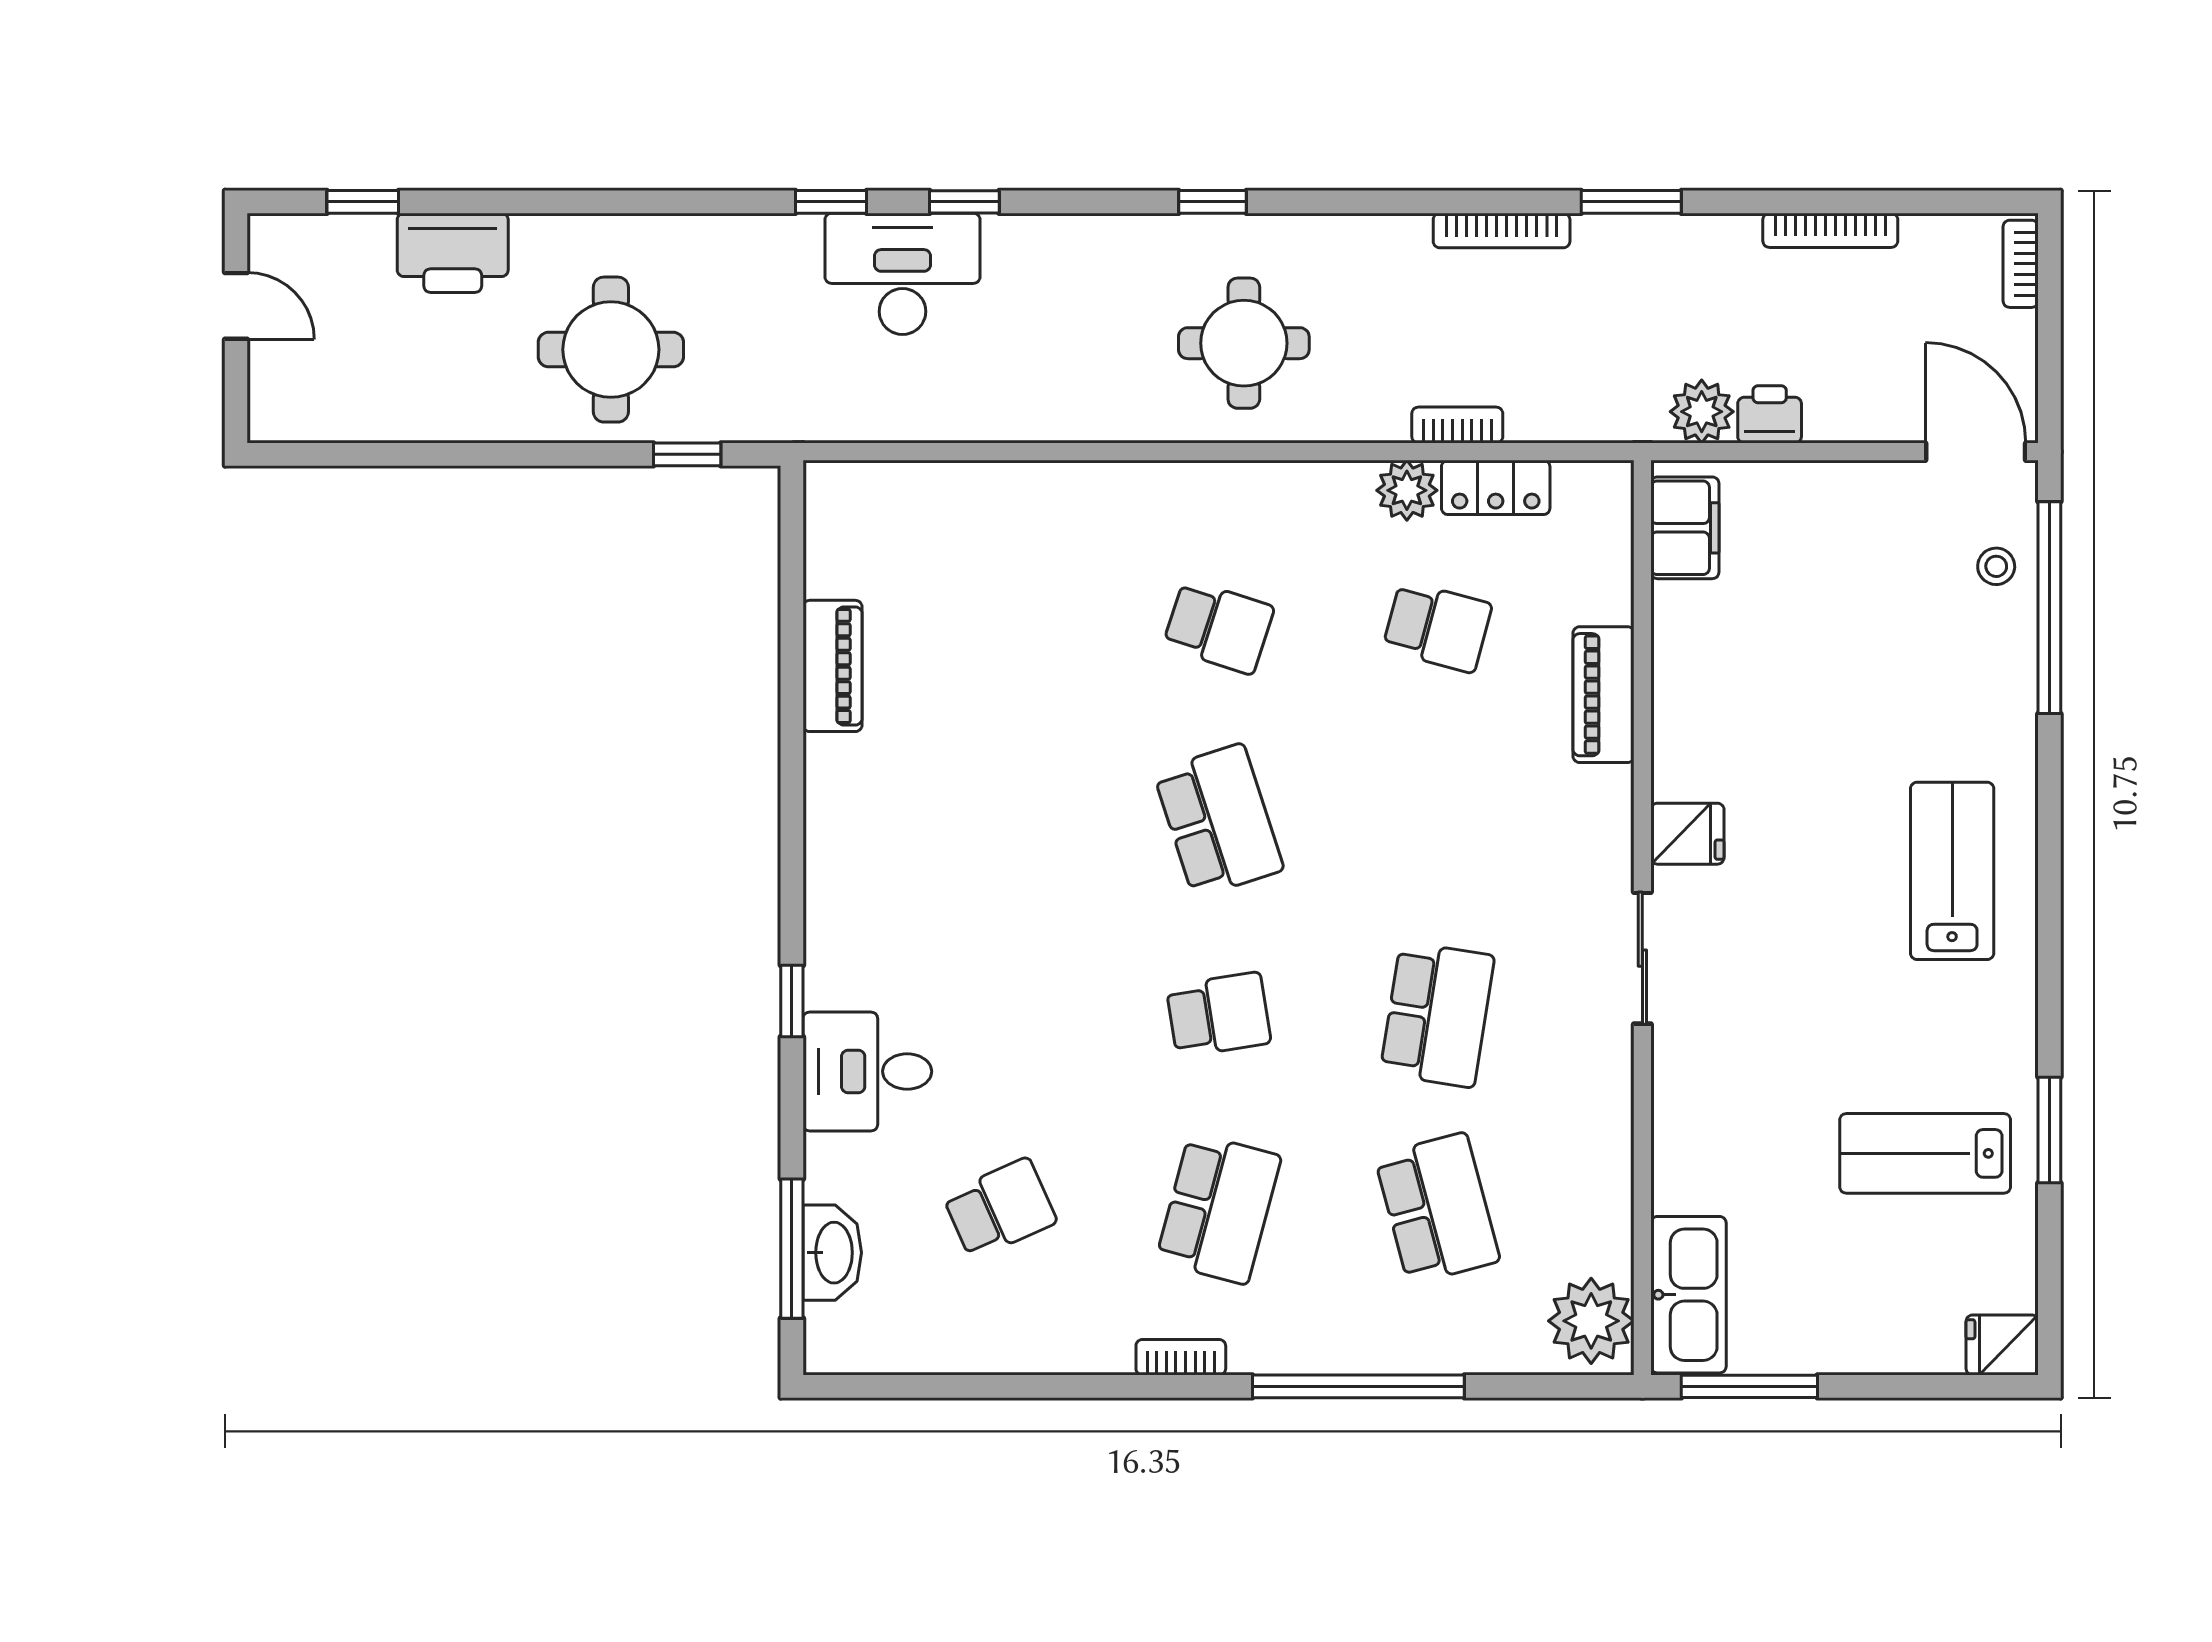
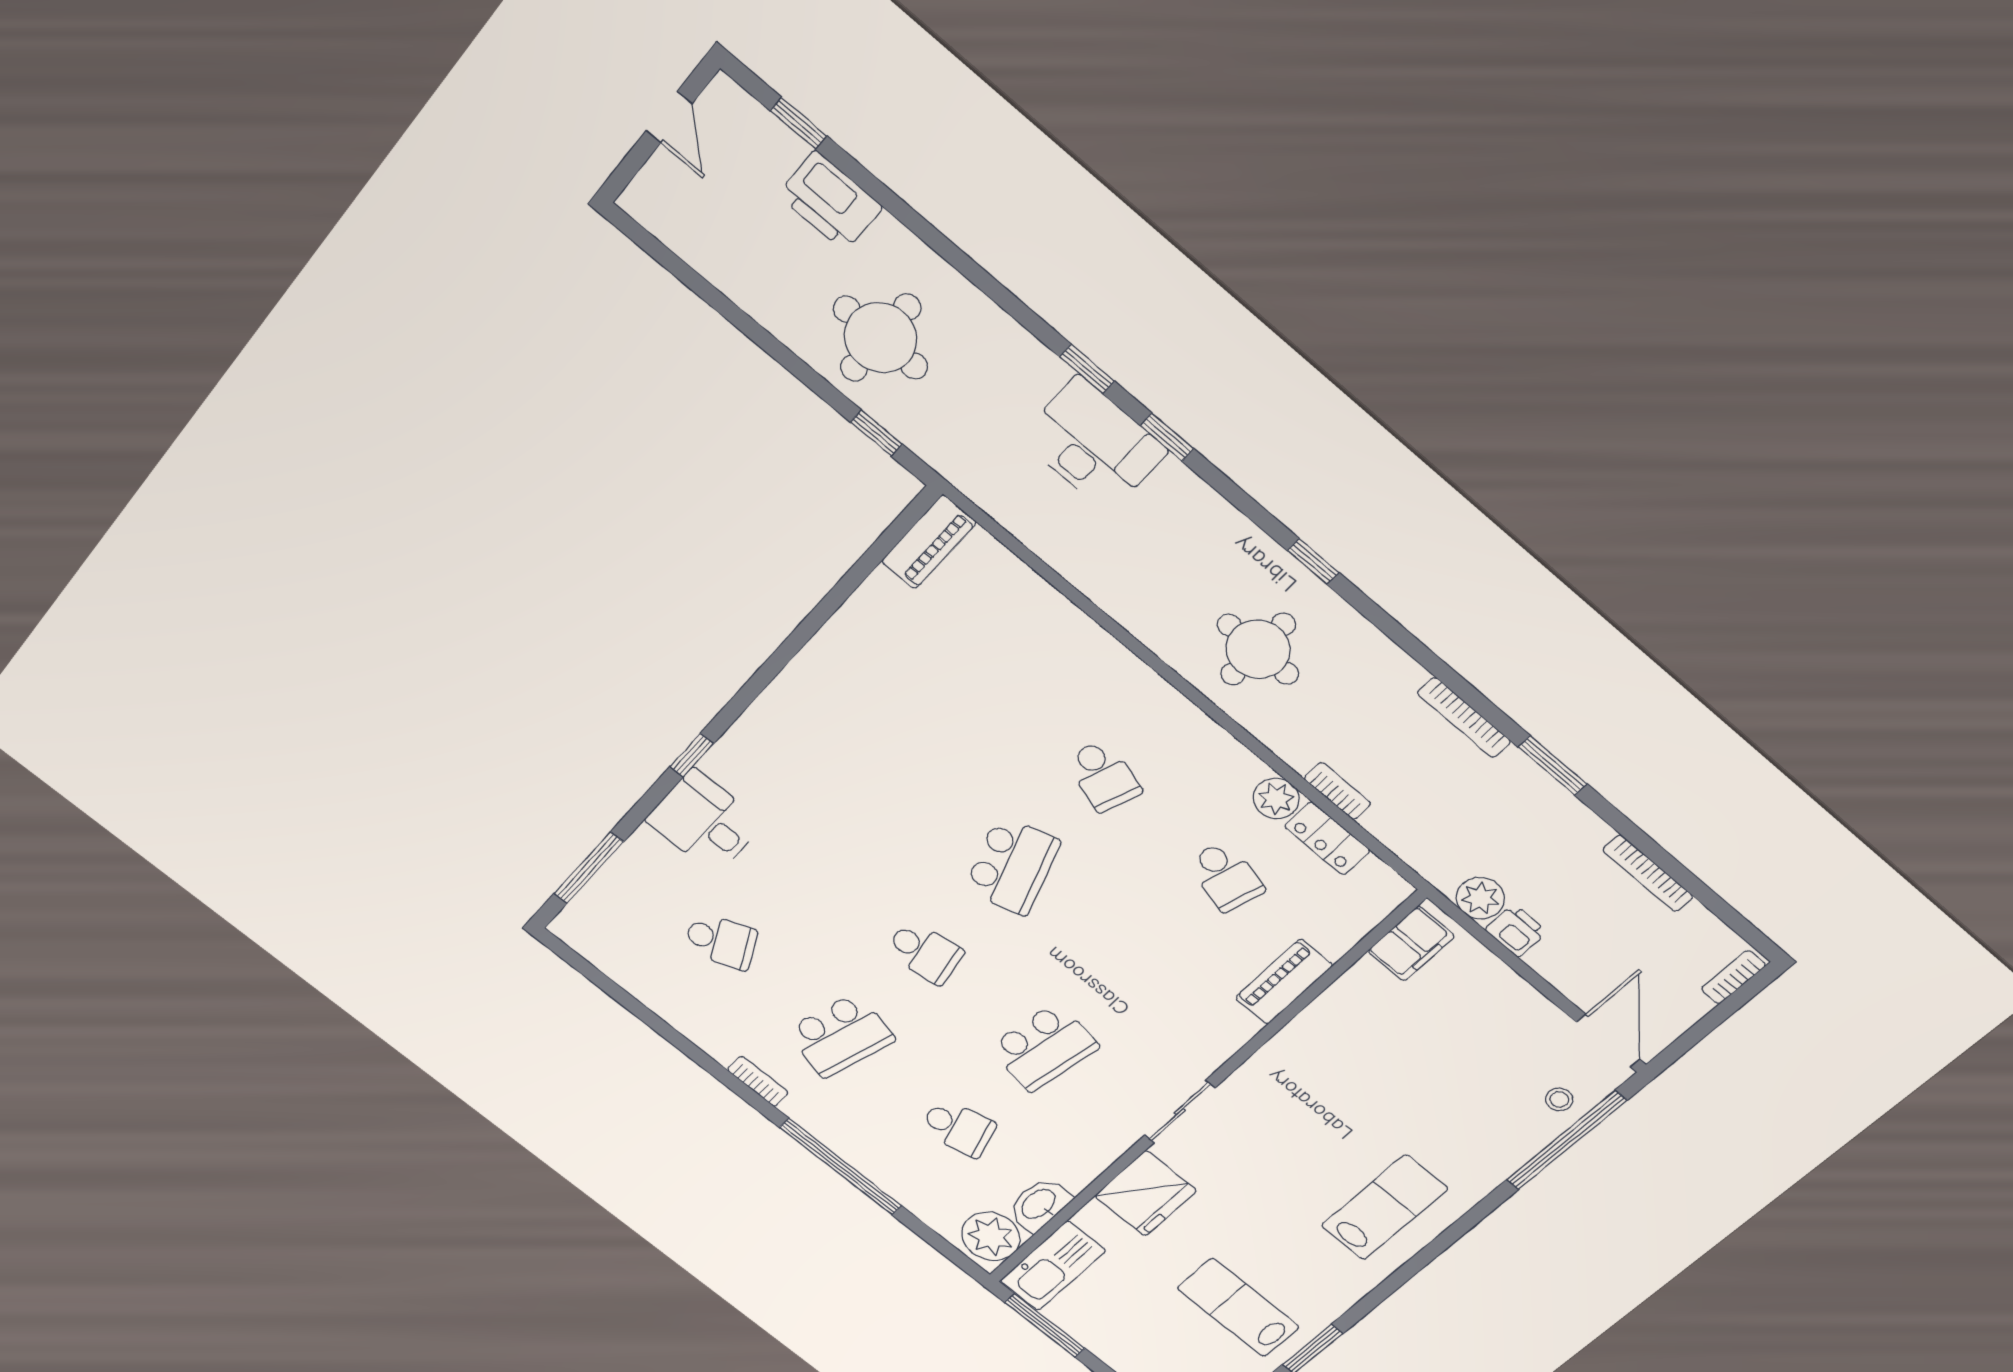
piano: (832, 666) -> (929, 542), moved
fridge: (1687, 834) -> (1146, 1193), moved, width x1.88, depth x1.34
school desk: (1437, 1209) -> (958, 1128), width x0.54
washbasin: (832, 1253) -> (1039, 1205), moved, turned 180

